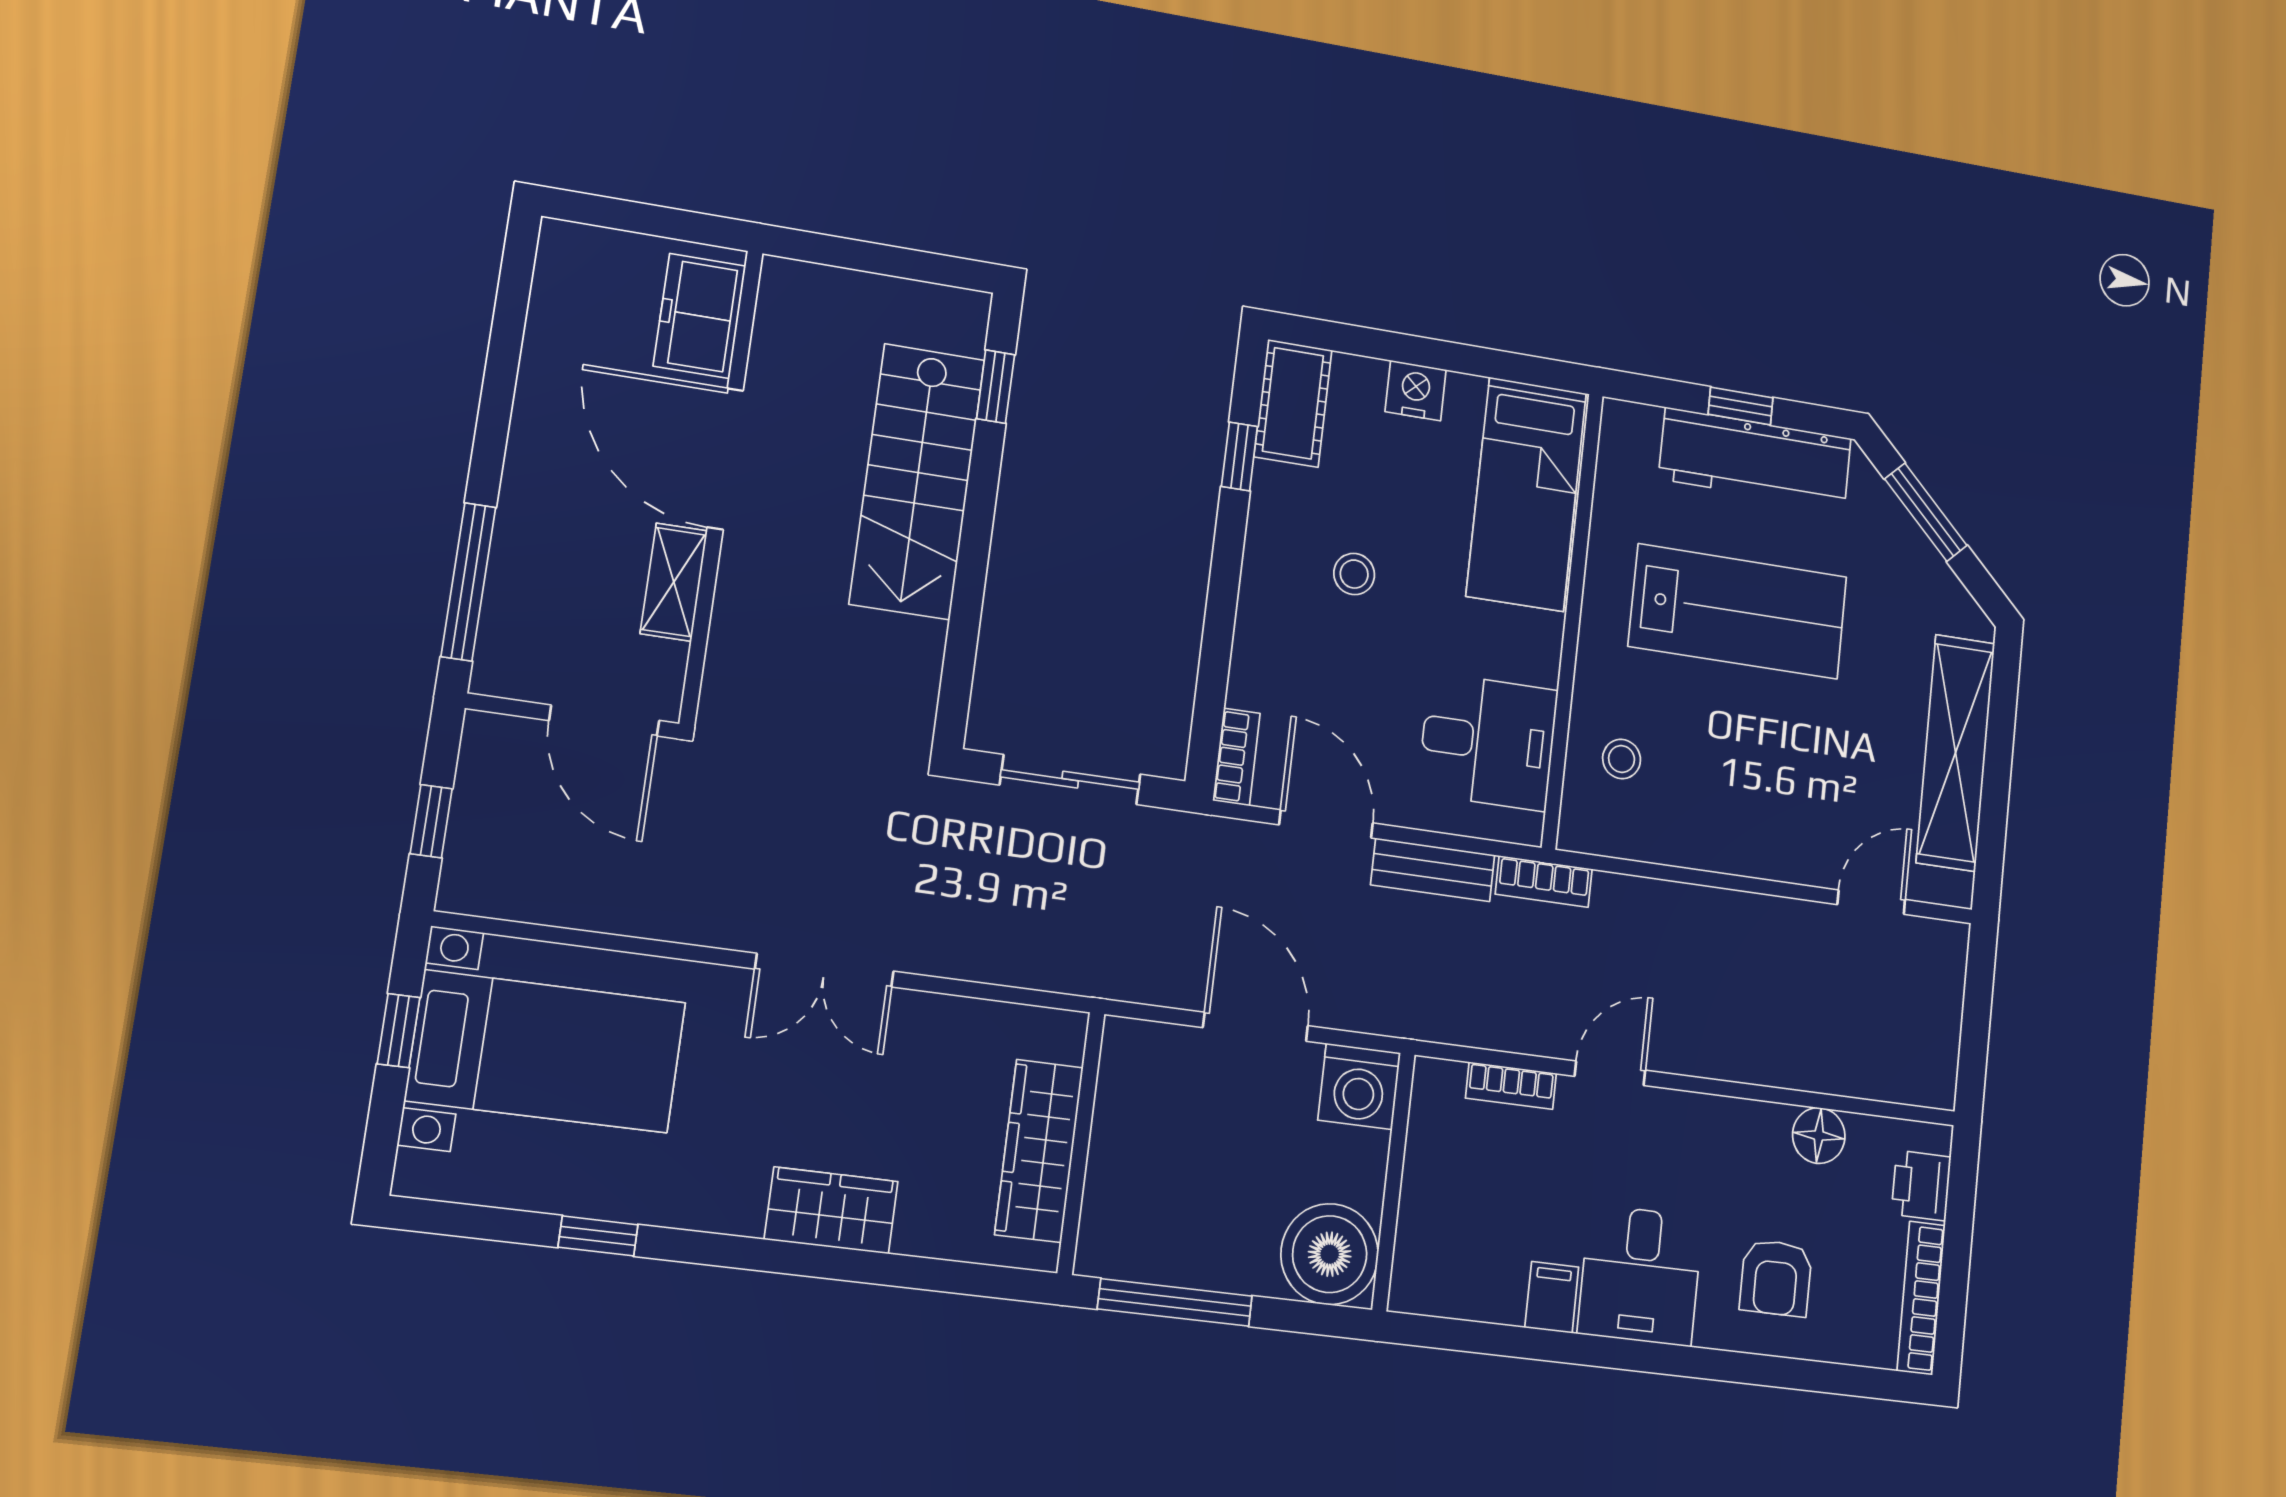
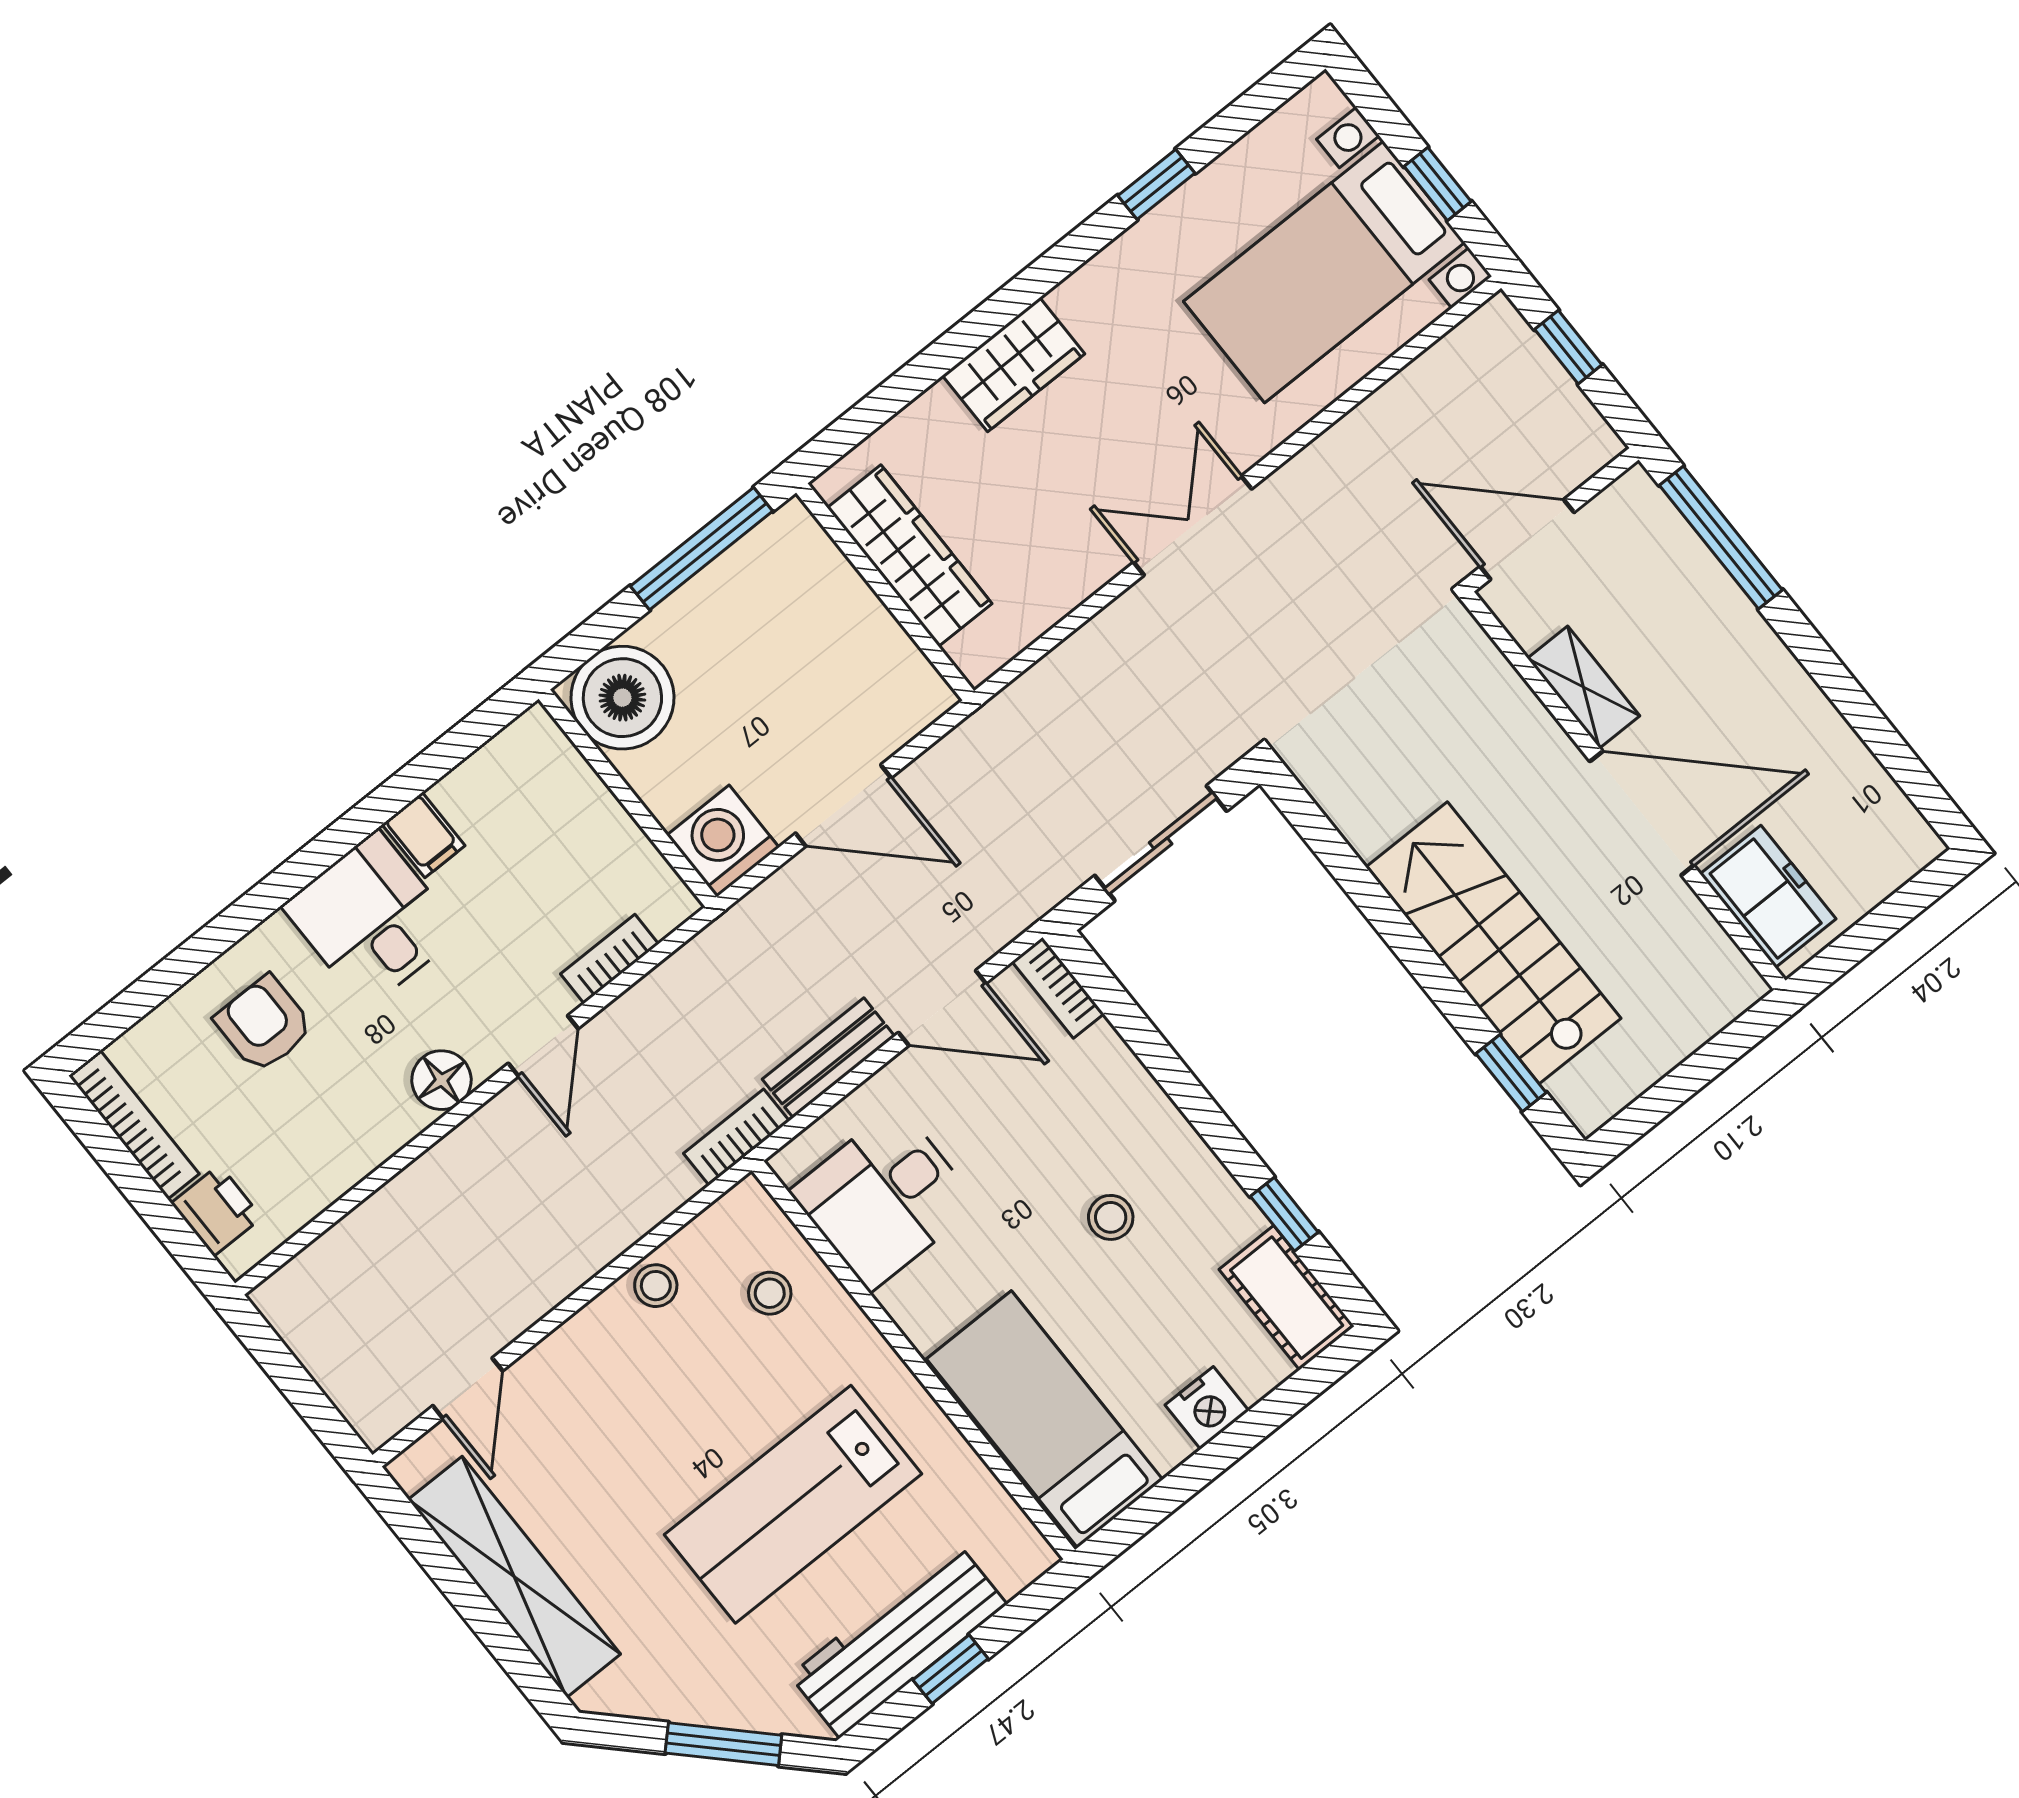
stool: (1689, 841) -> (656, 1286), added
floor lamp: (1819, 1136) -> (441, 1080), moved

